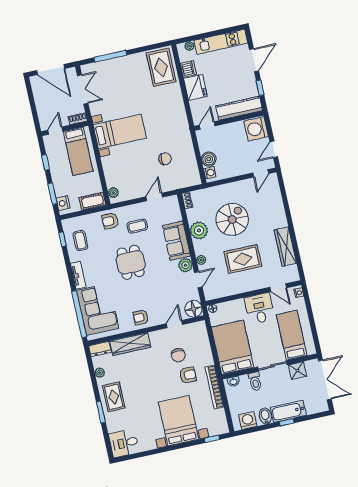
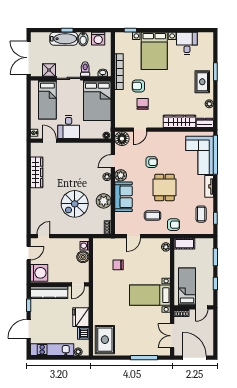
nightstand: (63, 203) -> (208, 247), removed
rug: (243, 259) -> (73, 170), removed
armchair: (141, 317) -> (152, 162), moved
desk: (124, 443) -> (187, 43), moved, turned -90

